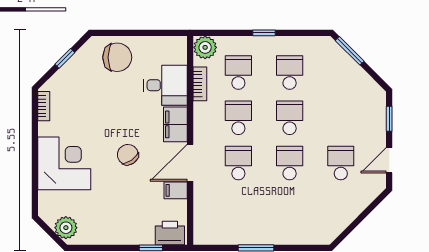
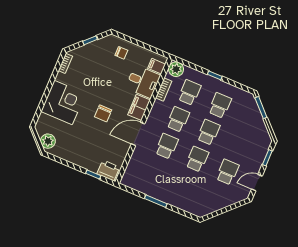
chair: (117, 57) -> (121, 53), width x0.54, depth x0.54
chair: (128, 155) -> (103, 113), turned -145
filing cabinet: (176, 190) -> (157, 66), moved

